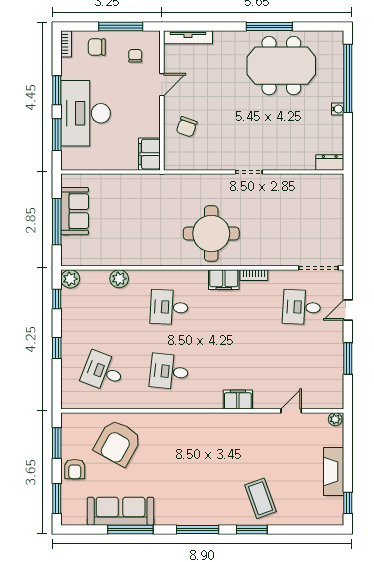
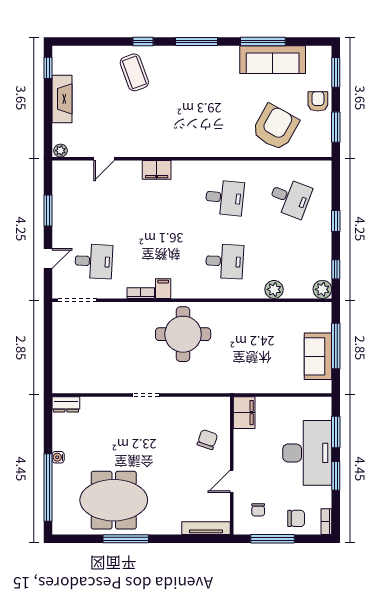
filing cabinet: (224, 280) -> (163, 289), width x0.50
window: (252, 529) -> (143, 42), width x0.67

